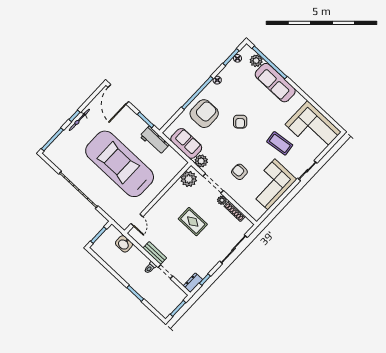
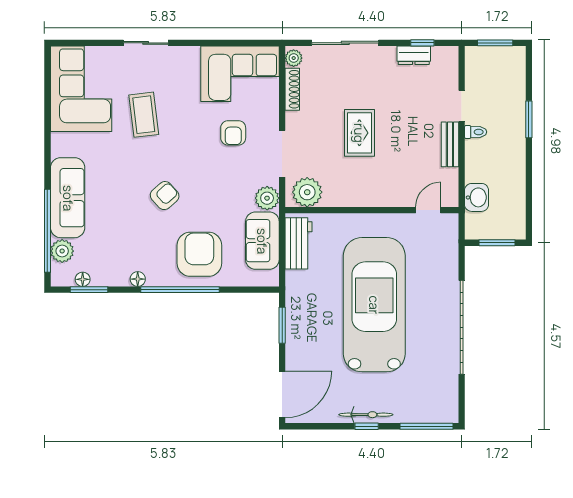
armchair: (204, 114) -> (199, 254), turned 90
workbench: (154, 140) -> (298, 243), moved
car: (120, 164) -> (374, 305), turned 180
corner sofa: (271, 184) -> (240, 74), moved
plant: (222, 200) -> (294, 58), moved
dresser: (193, 283) -> (414, 55), moved

